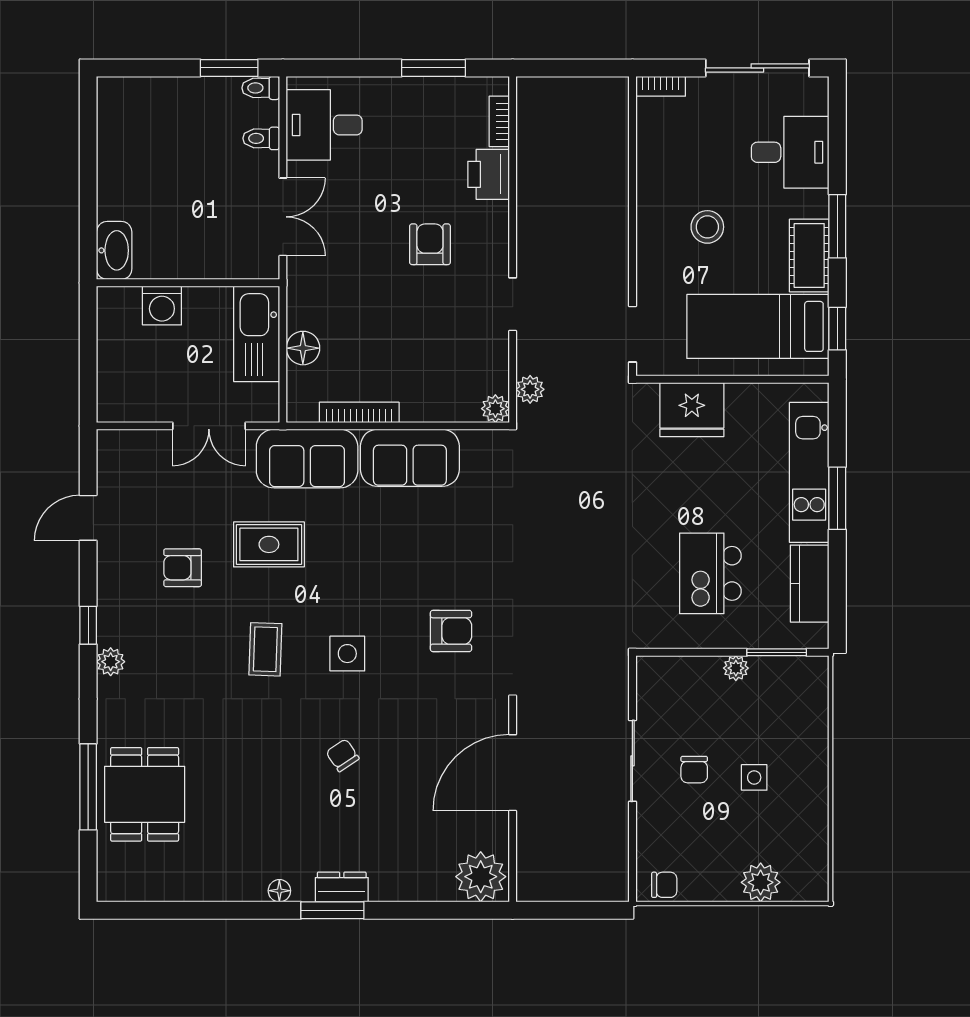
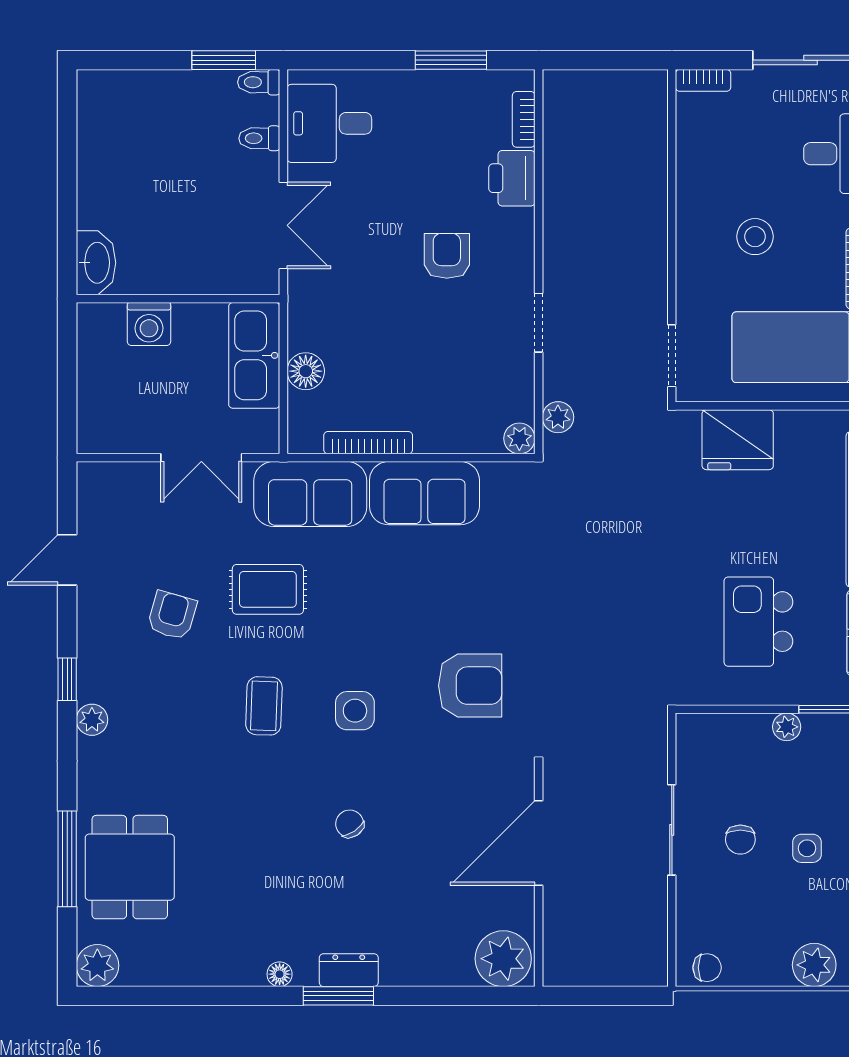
armchair: (183, 568) -> (172, 615), turned 106
armchair: (451, 631) -> (470, 686), width x1.38, depth x1.38
plant: (116, 883) -> (97, 965), added

